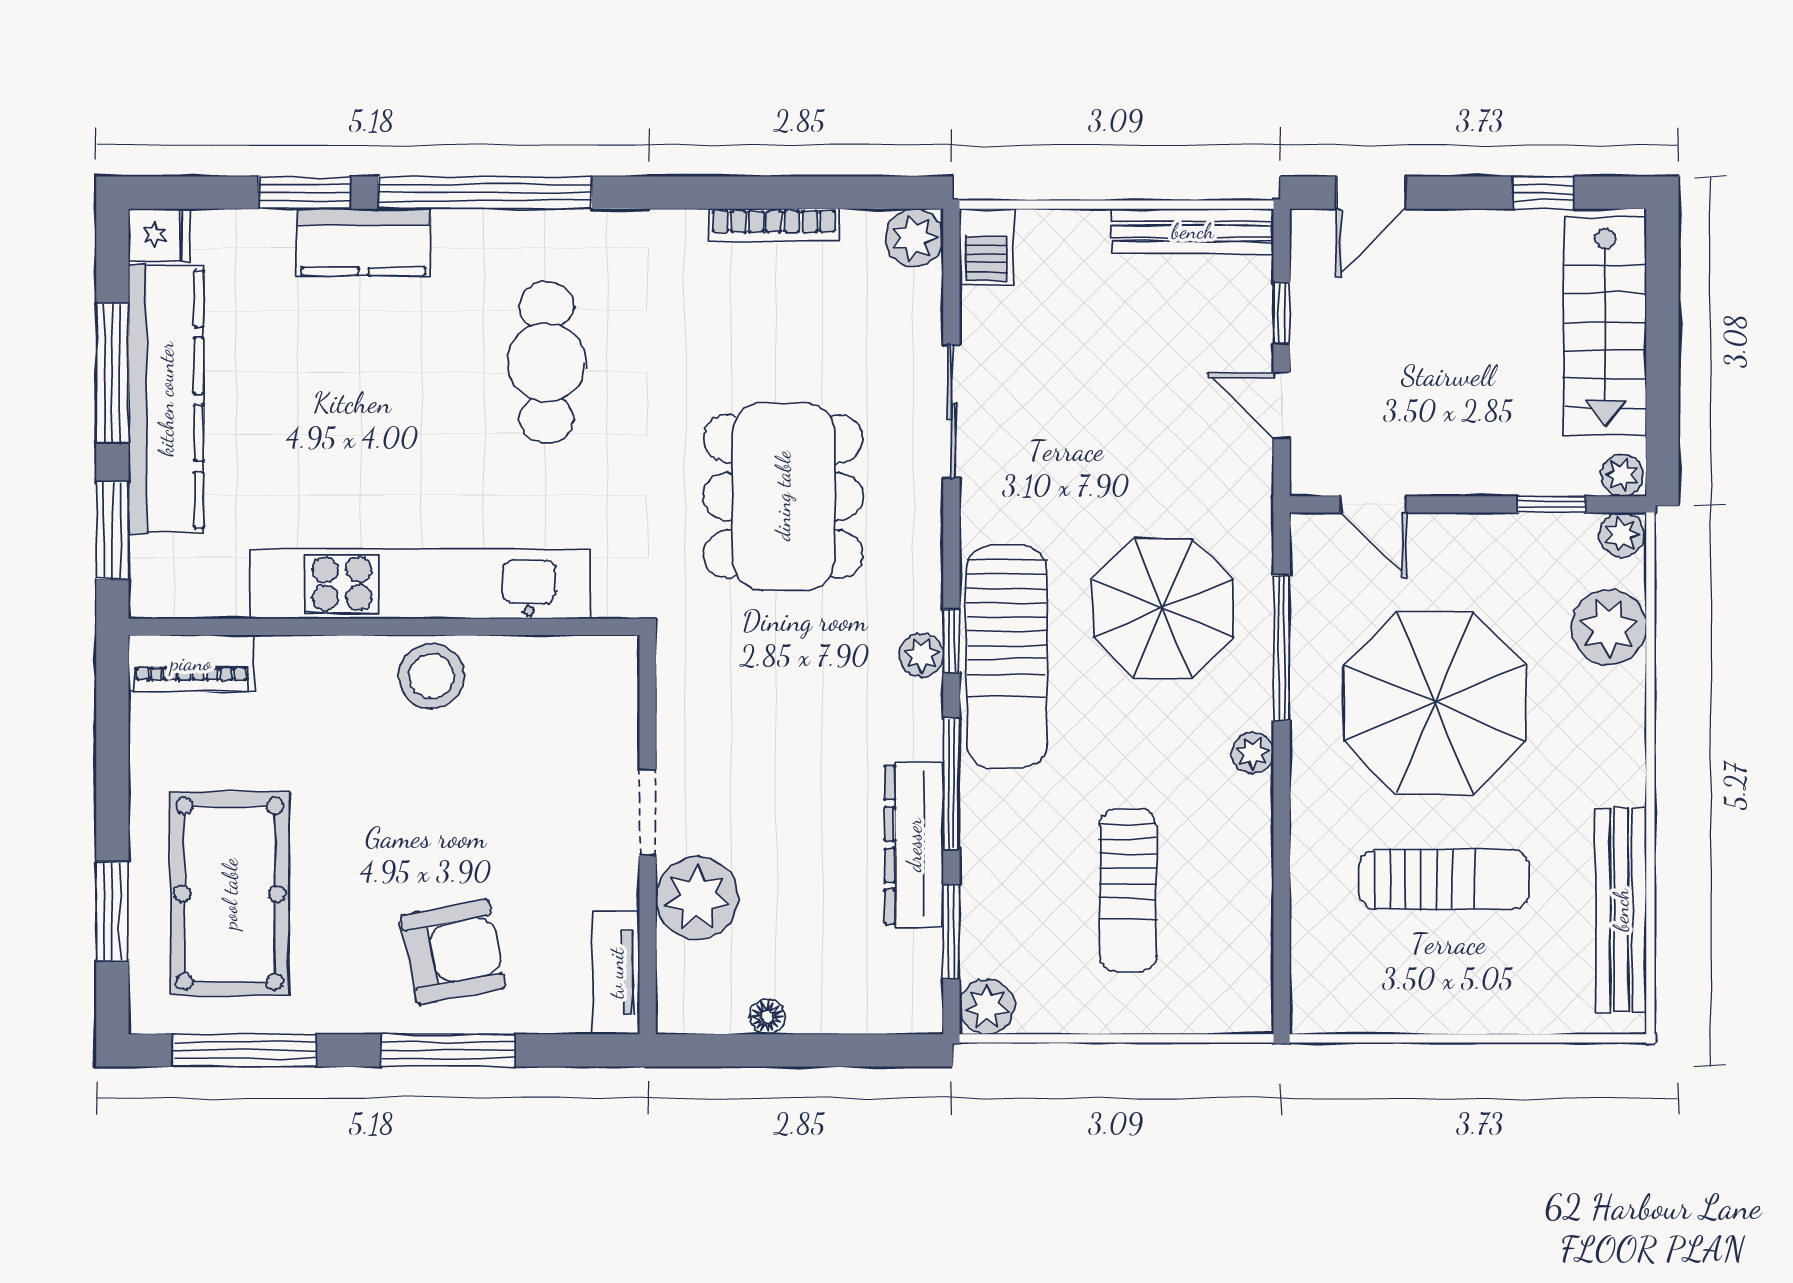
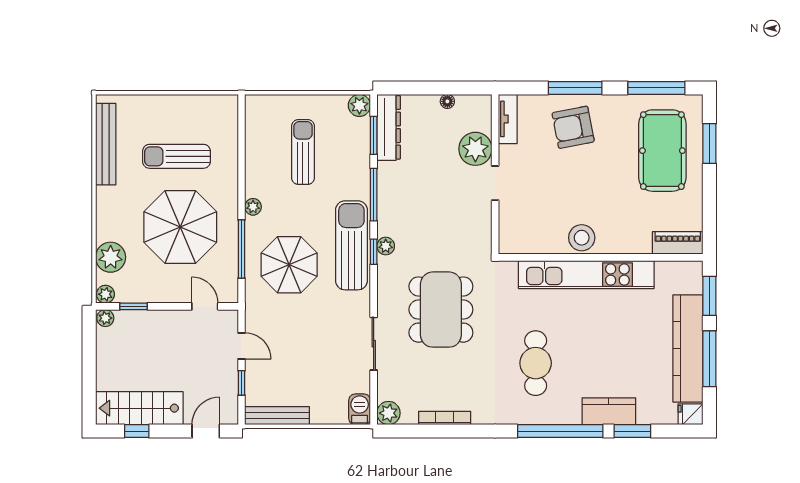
stairs: (1605, 326) -> (139, 408), moved, turned -90
dresser: (914, 845) -> (389, 127), moved

